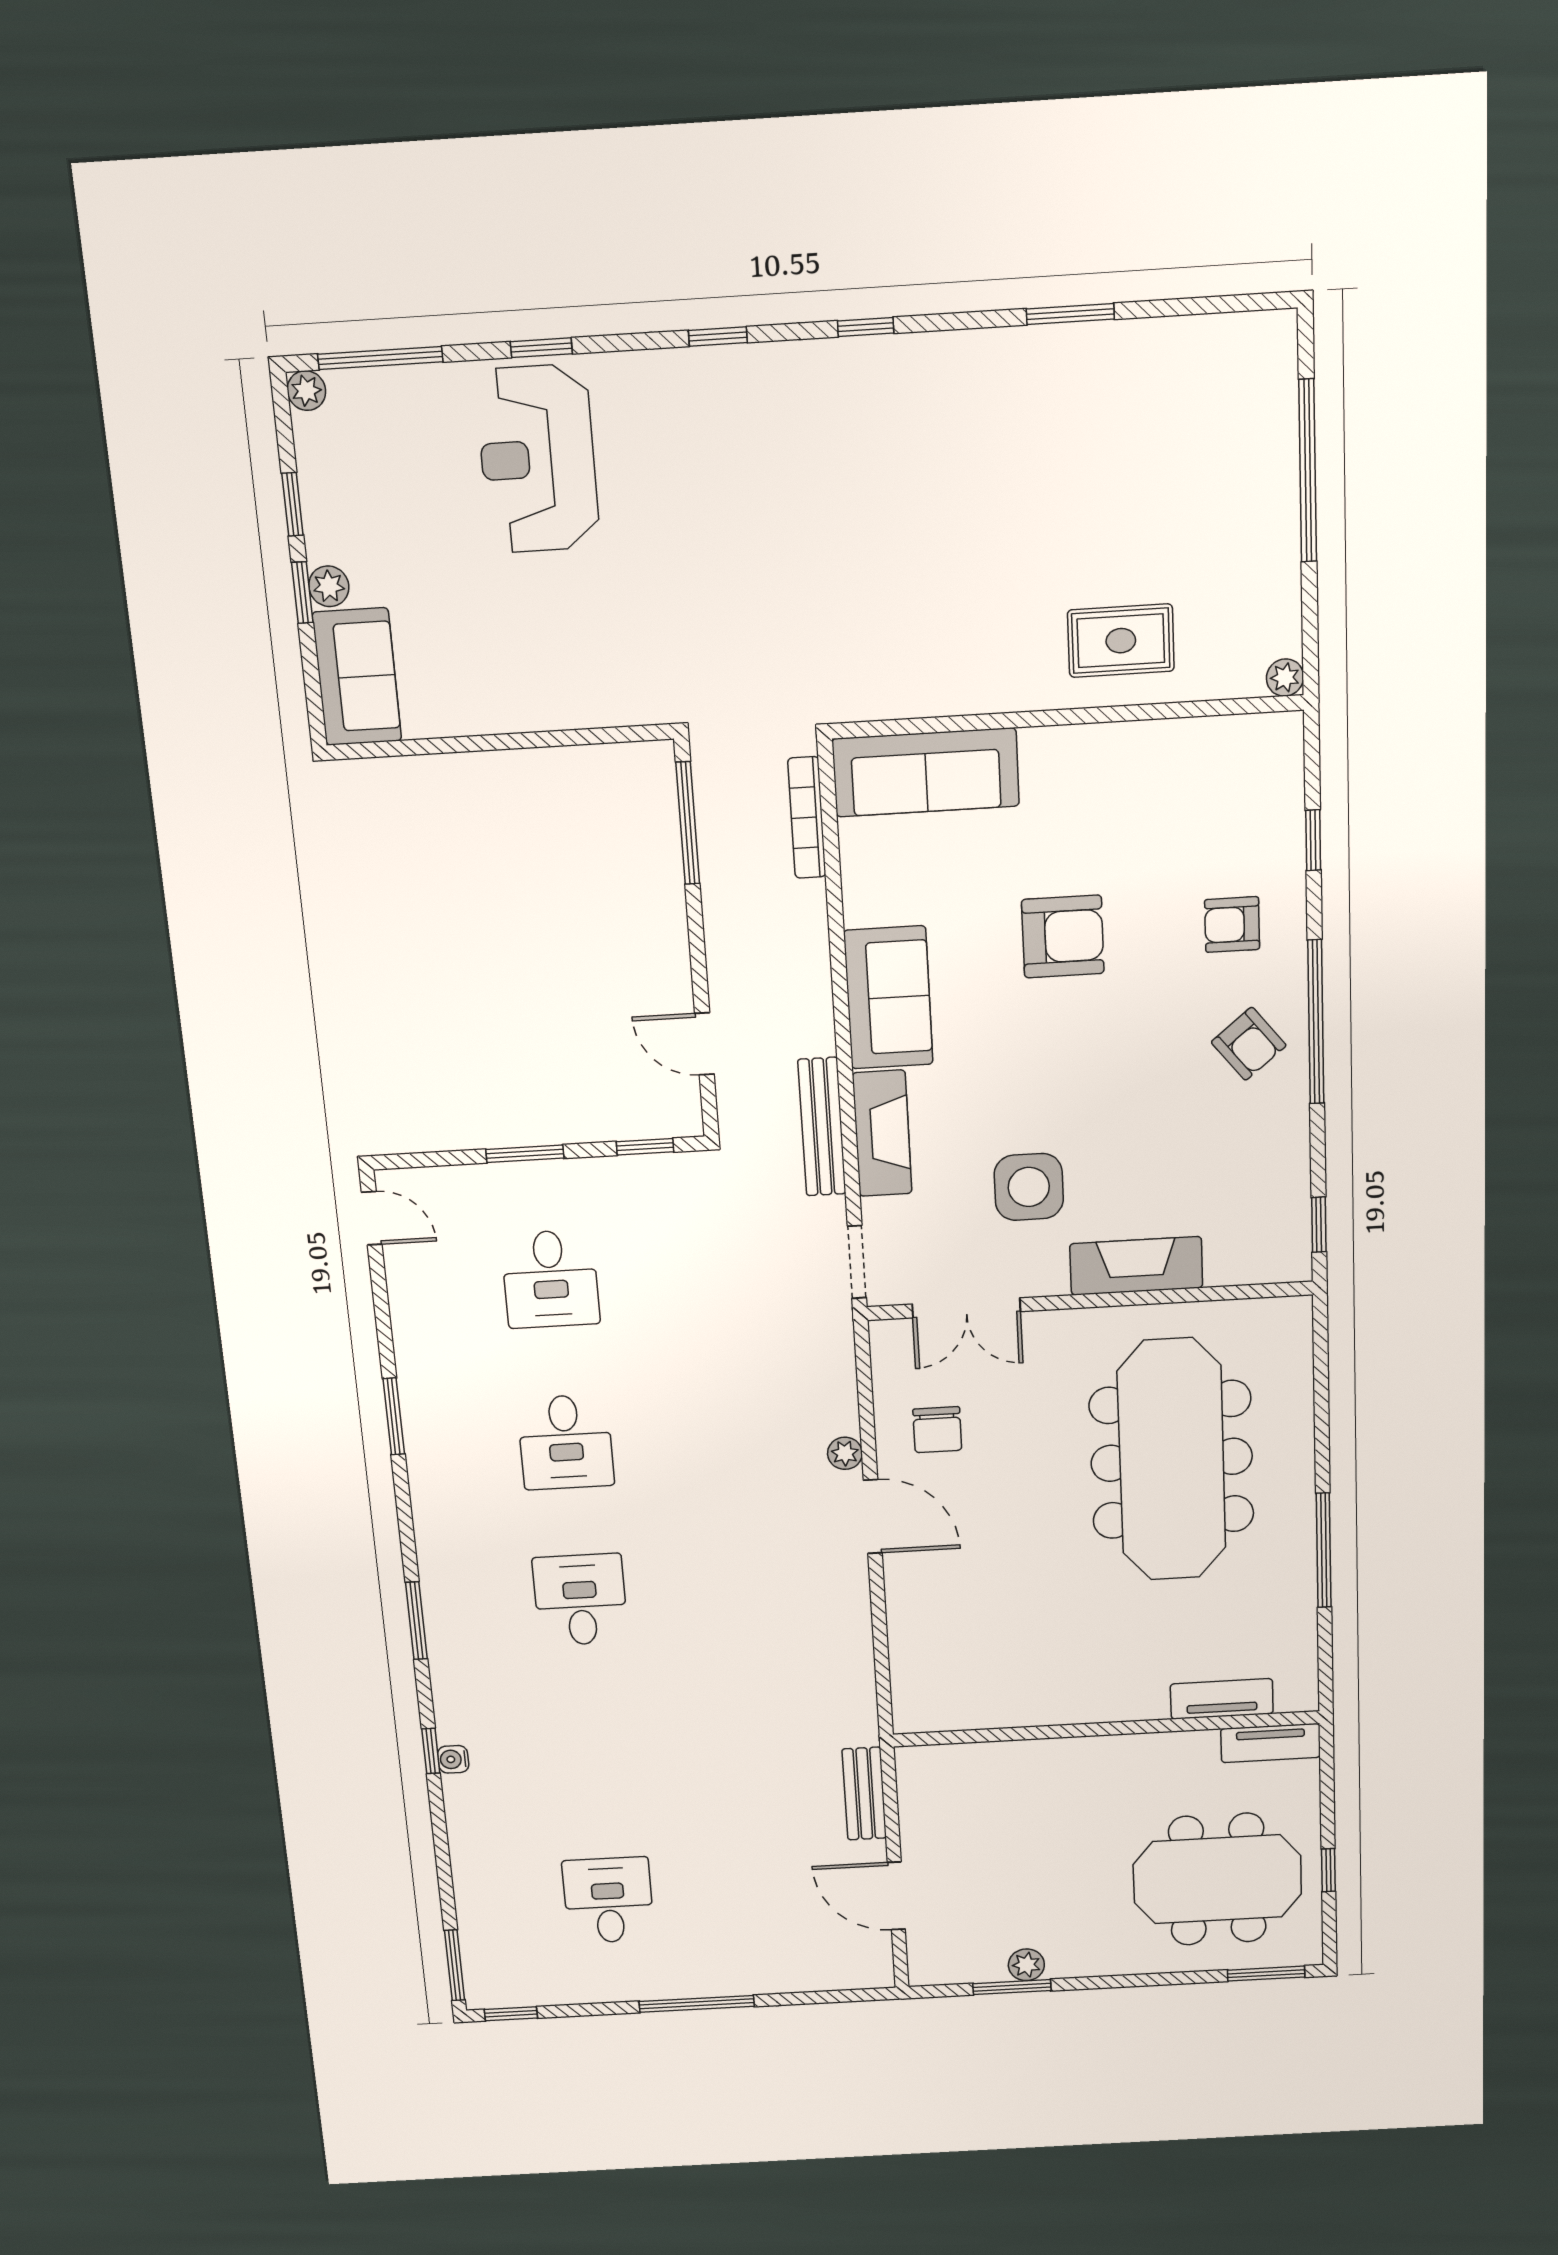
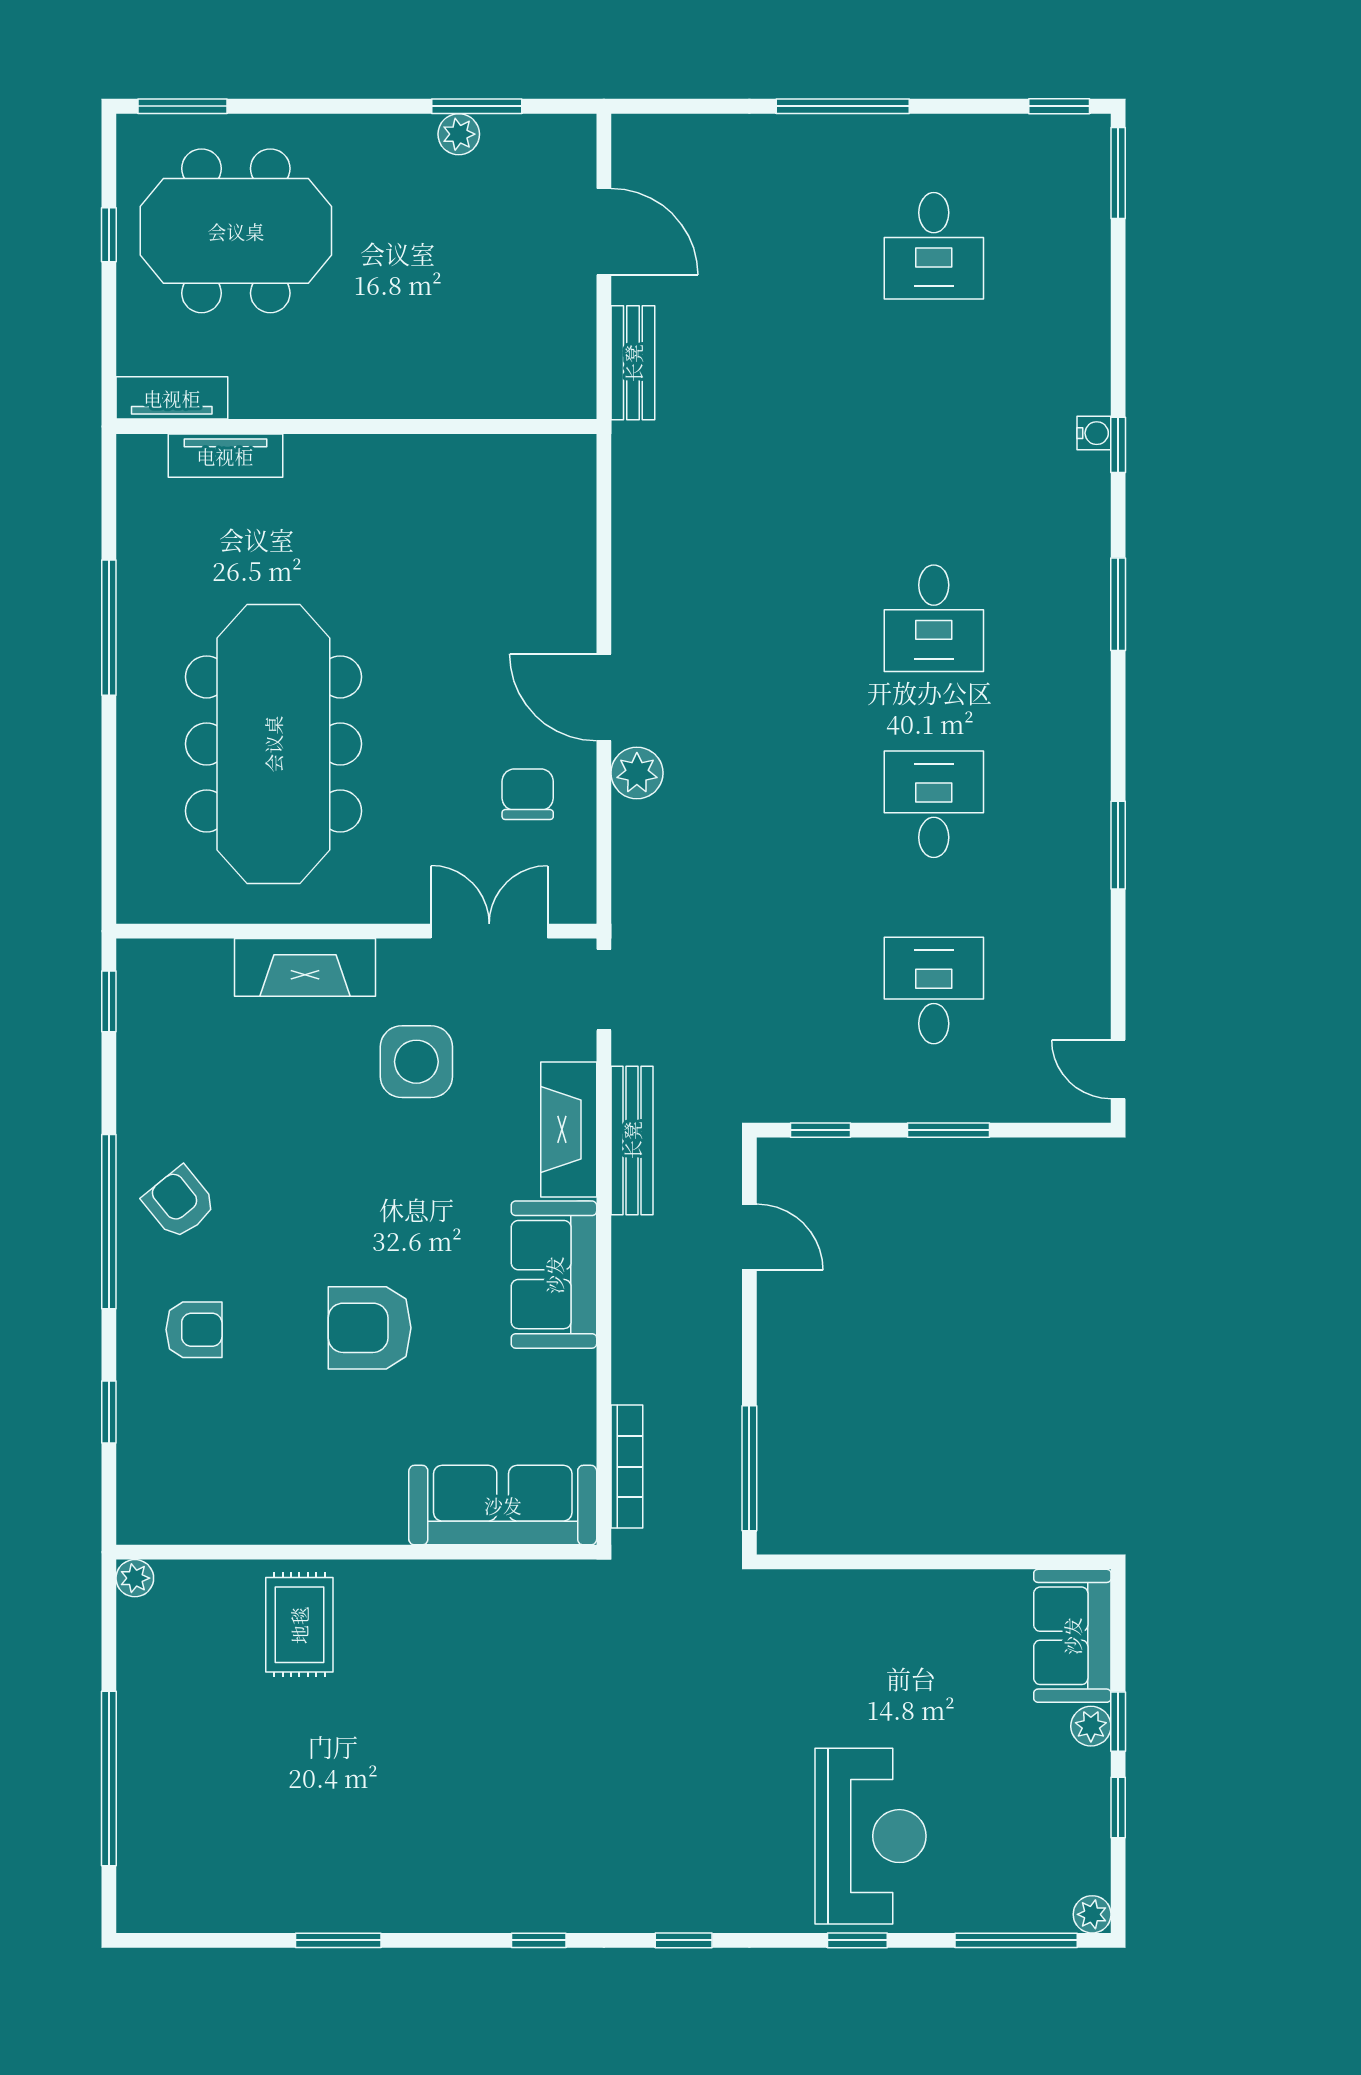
rug: (1121, 641) -> (299, 1625), turned 90
plant: (845, 1453) -> (637, 773), width x1.38, depth x1.38

